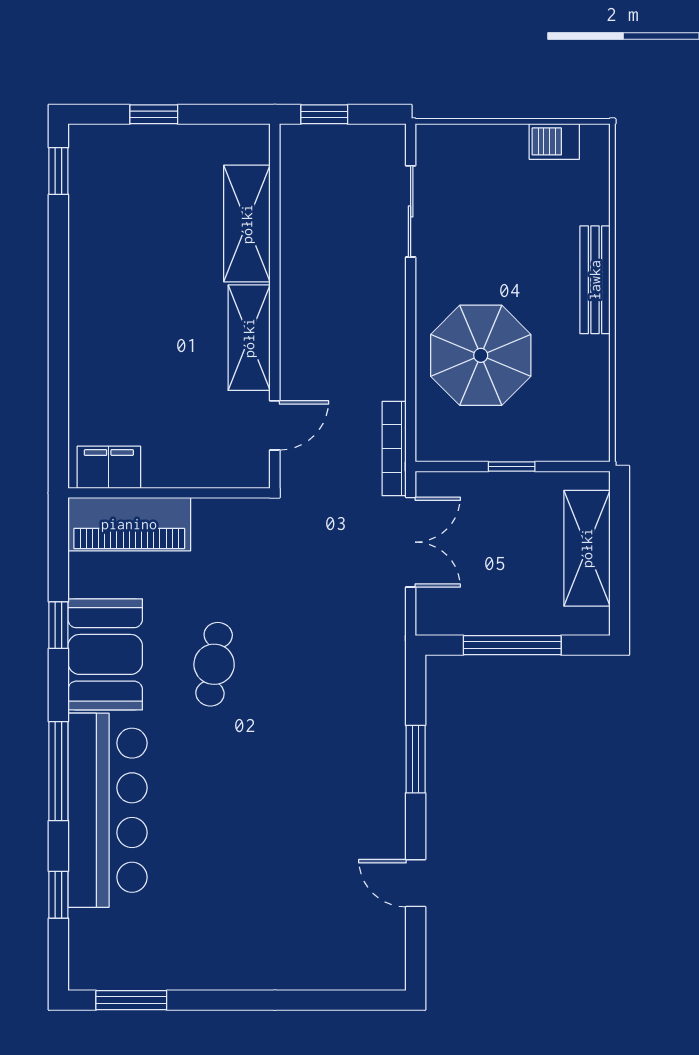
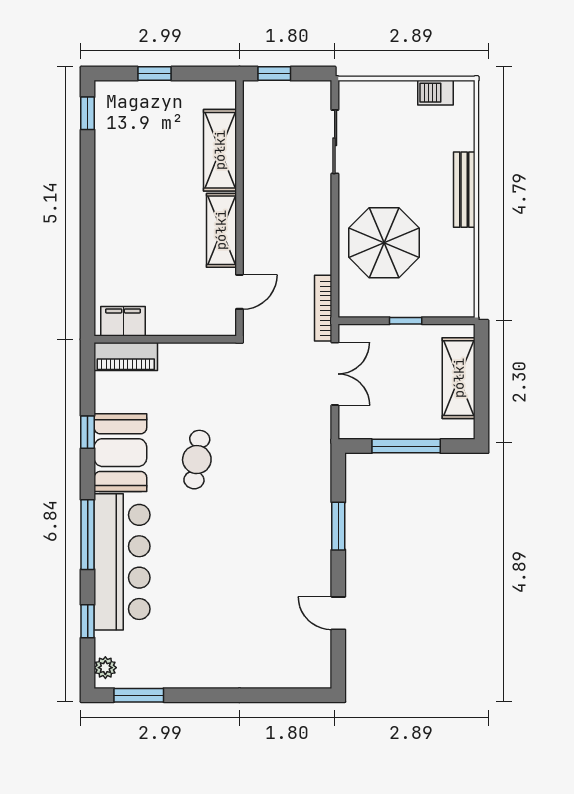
piano: (129, 524) -> (126, 357), width x0.73, depth x0.75
plant: (84, 961) -> (105, 668), added

